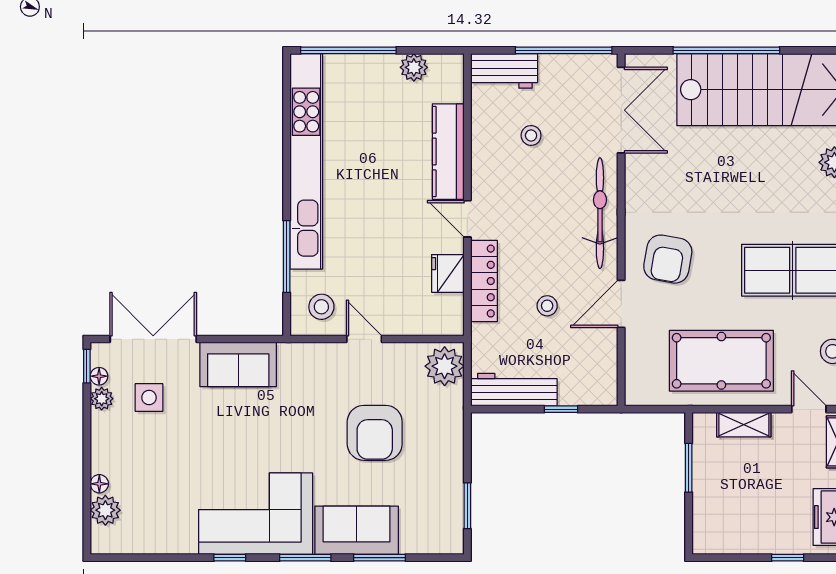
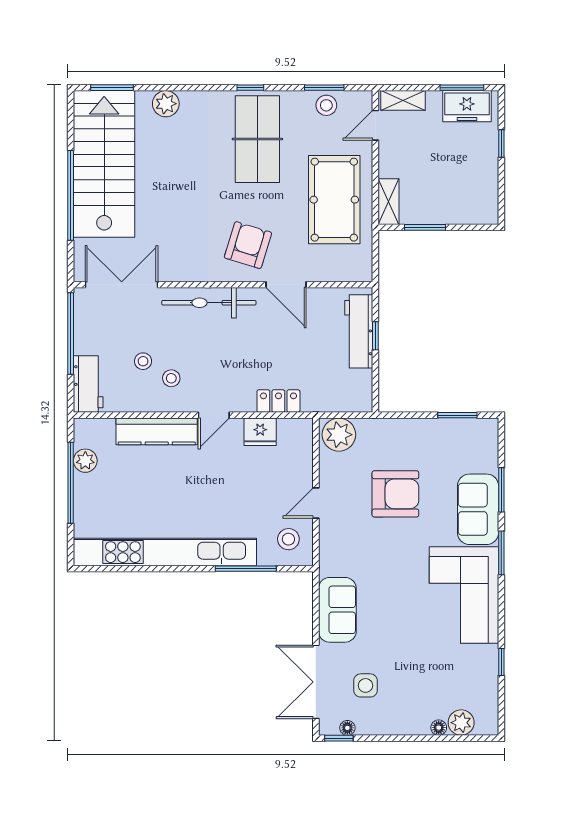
window: (348, 50) -> (71, 483), moved
armchair: (668, 259) -> (248, 245), turned -83
locker: (484, 281) -> (278, 401), width x0.66
stool: (547, 306) -> (171, 378), moved
workbench: (514, 390) -> (359, 331), moved
plant: (102, 399) -> (366, 726), removed
shelving: (744, 425) -> (388, 202), moved
window: (230, 558) -> (501, 662), moved

